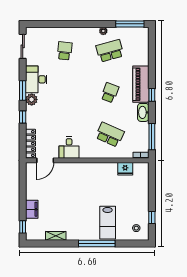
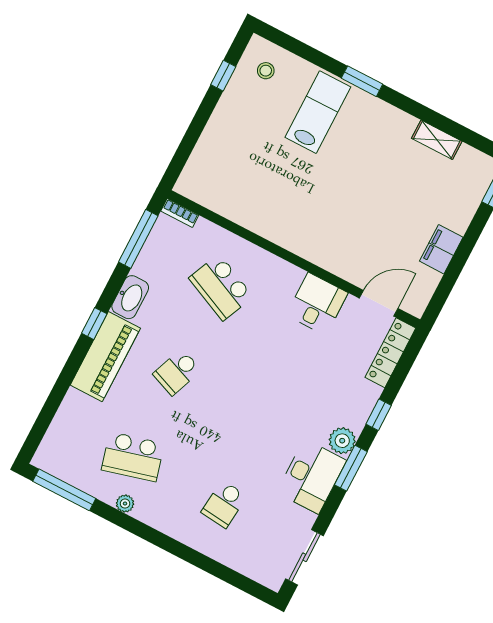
fridge: (125, 169) -> (226, 202), removed
filing cabinet: (32, 209) -> (441, 249), moved
window: (97, 244) -> (362, 81), width x0.47

